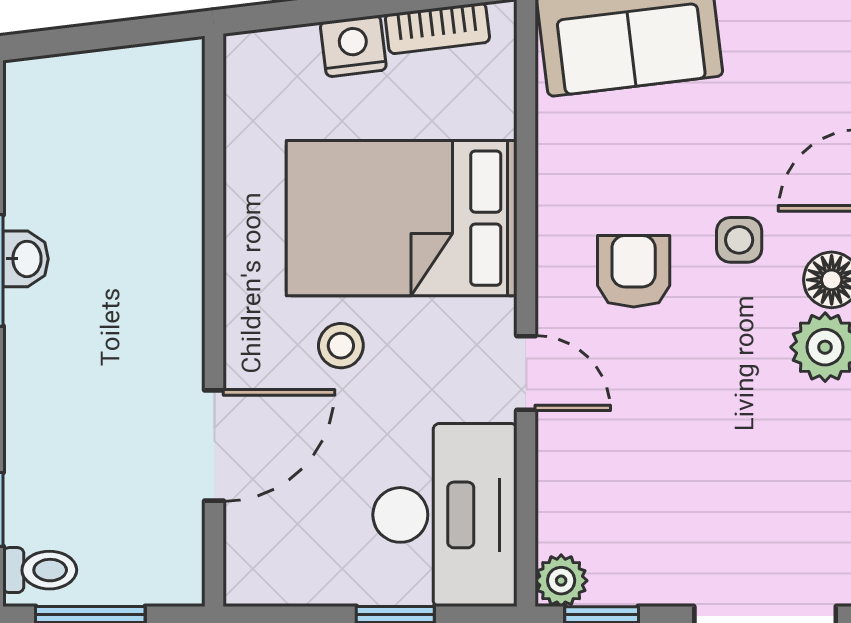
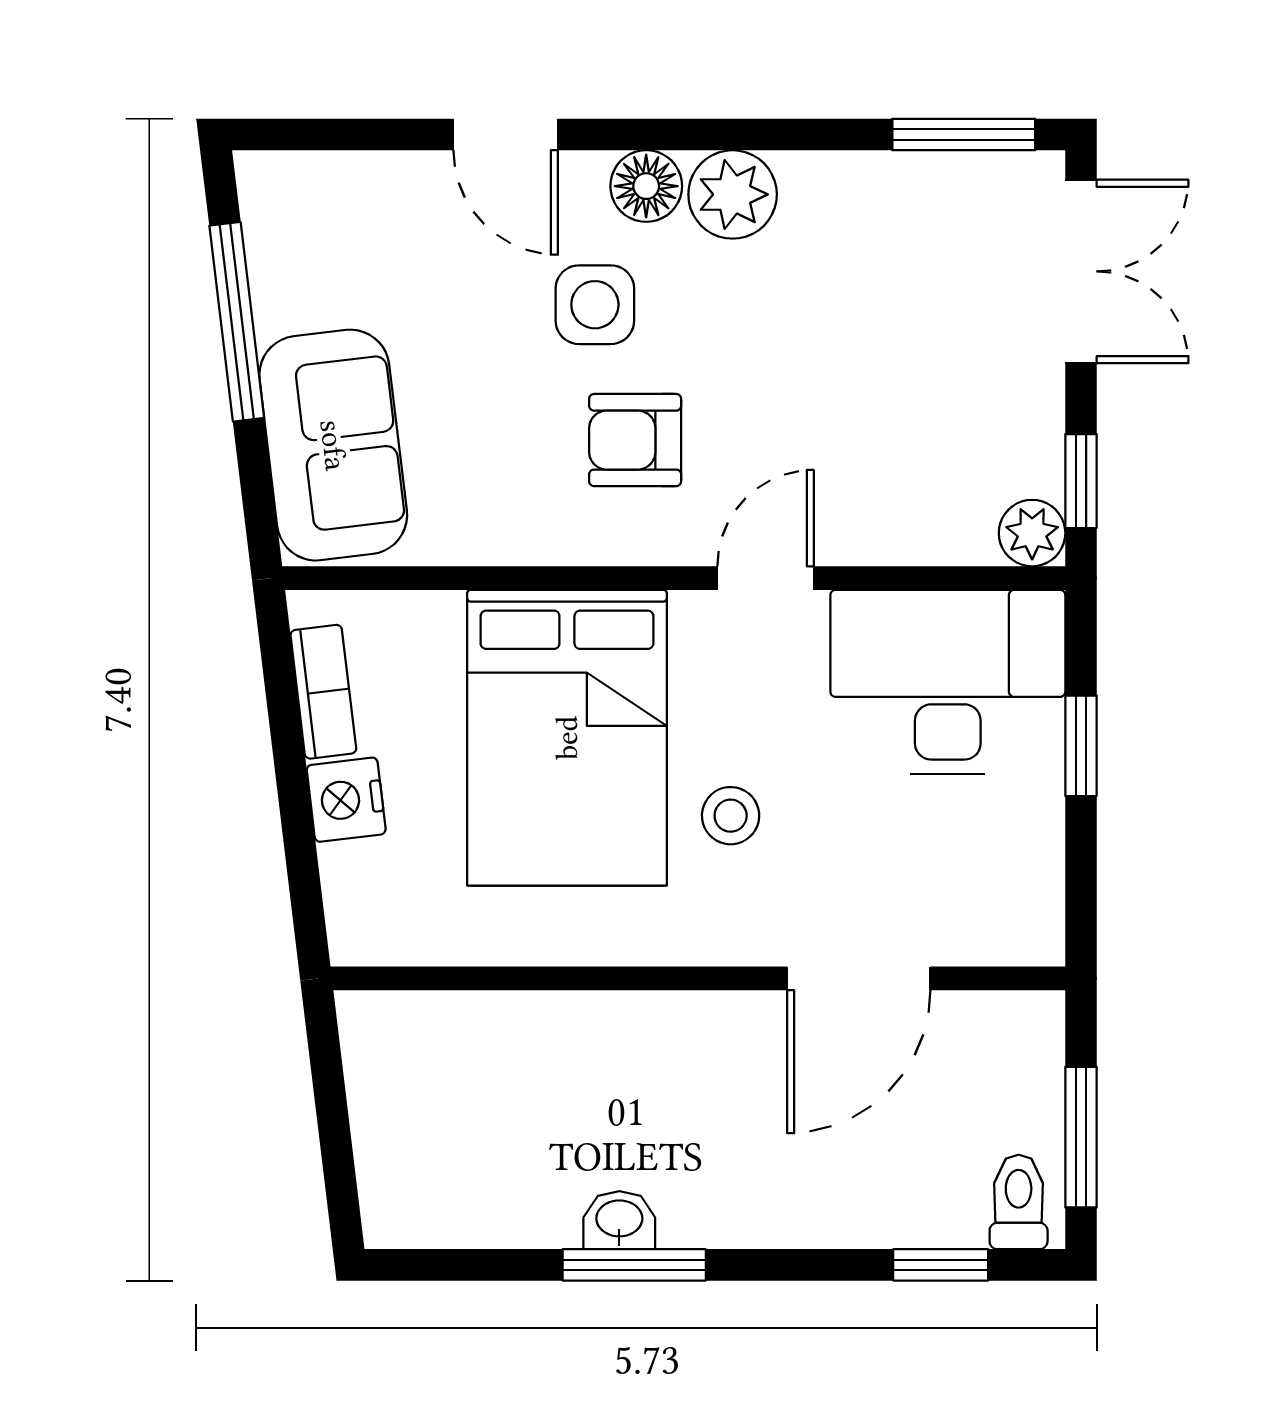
side table: (739, 240) -> (595, 305), width x1.37, depth x1.37
door: (214, 446) -> (859, 978), swing flipped

